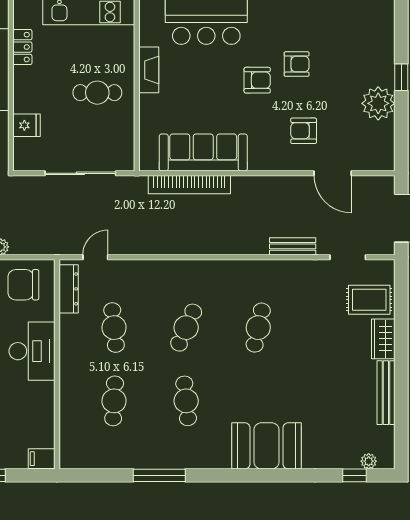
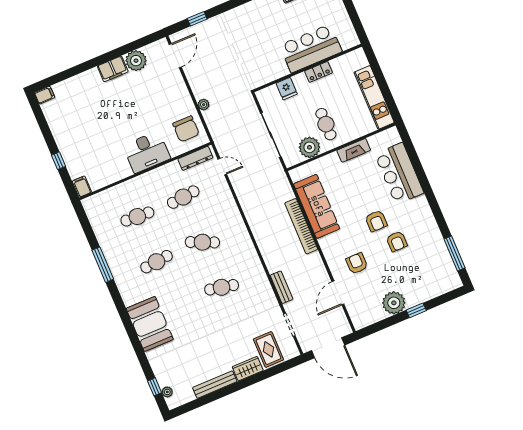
locker: (22, 47) -> (319, 72), moved
plant: (119, 128) -> (309, 147), added
bookcase: (189, 185) -> (301, 226), moved
chair: (23, 285) -> (186, 129), turned 180

